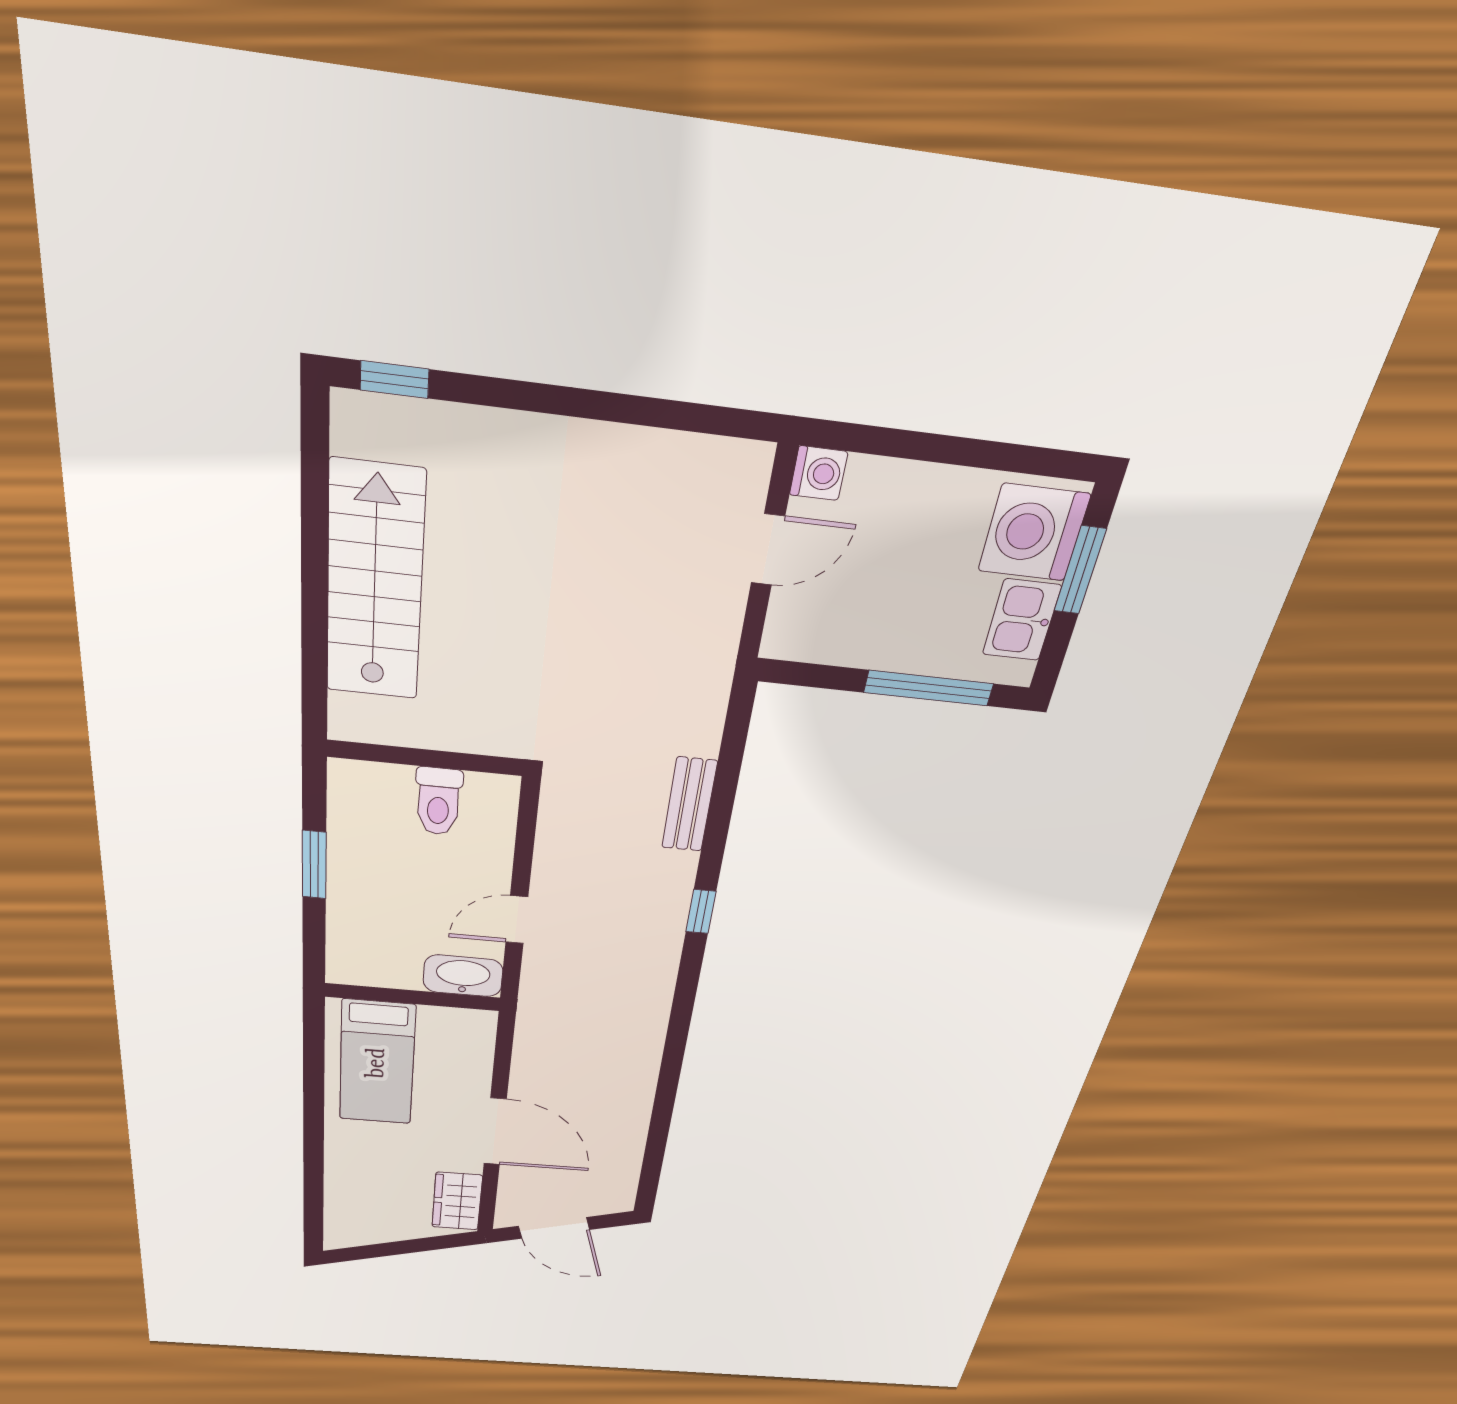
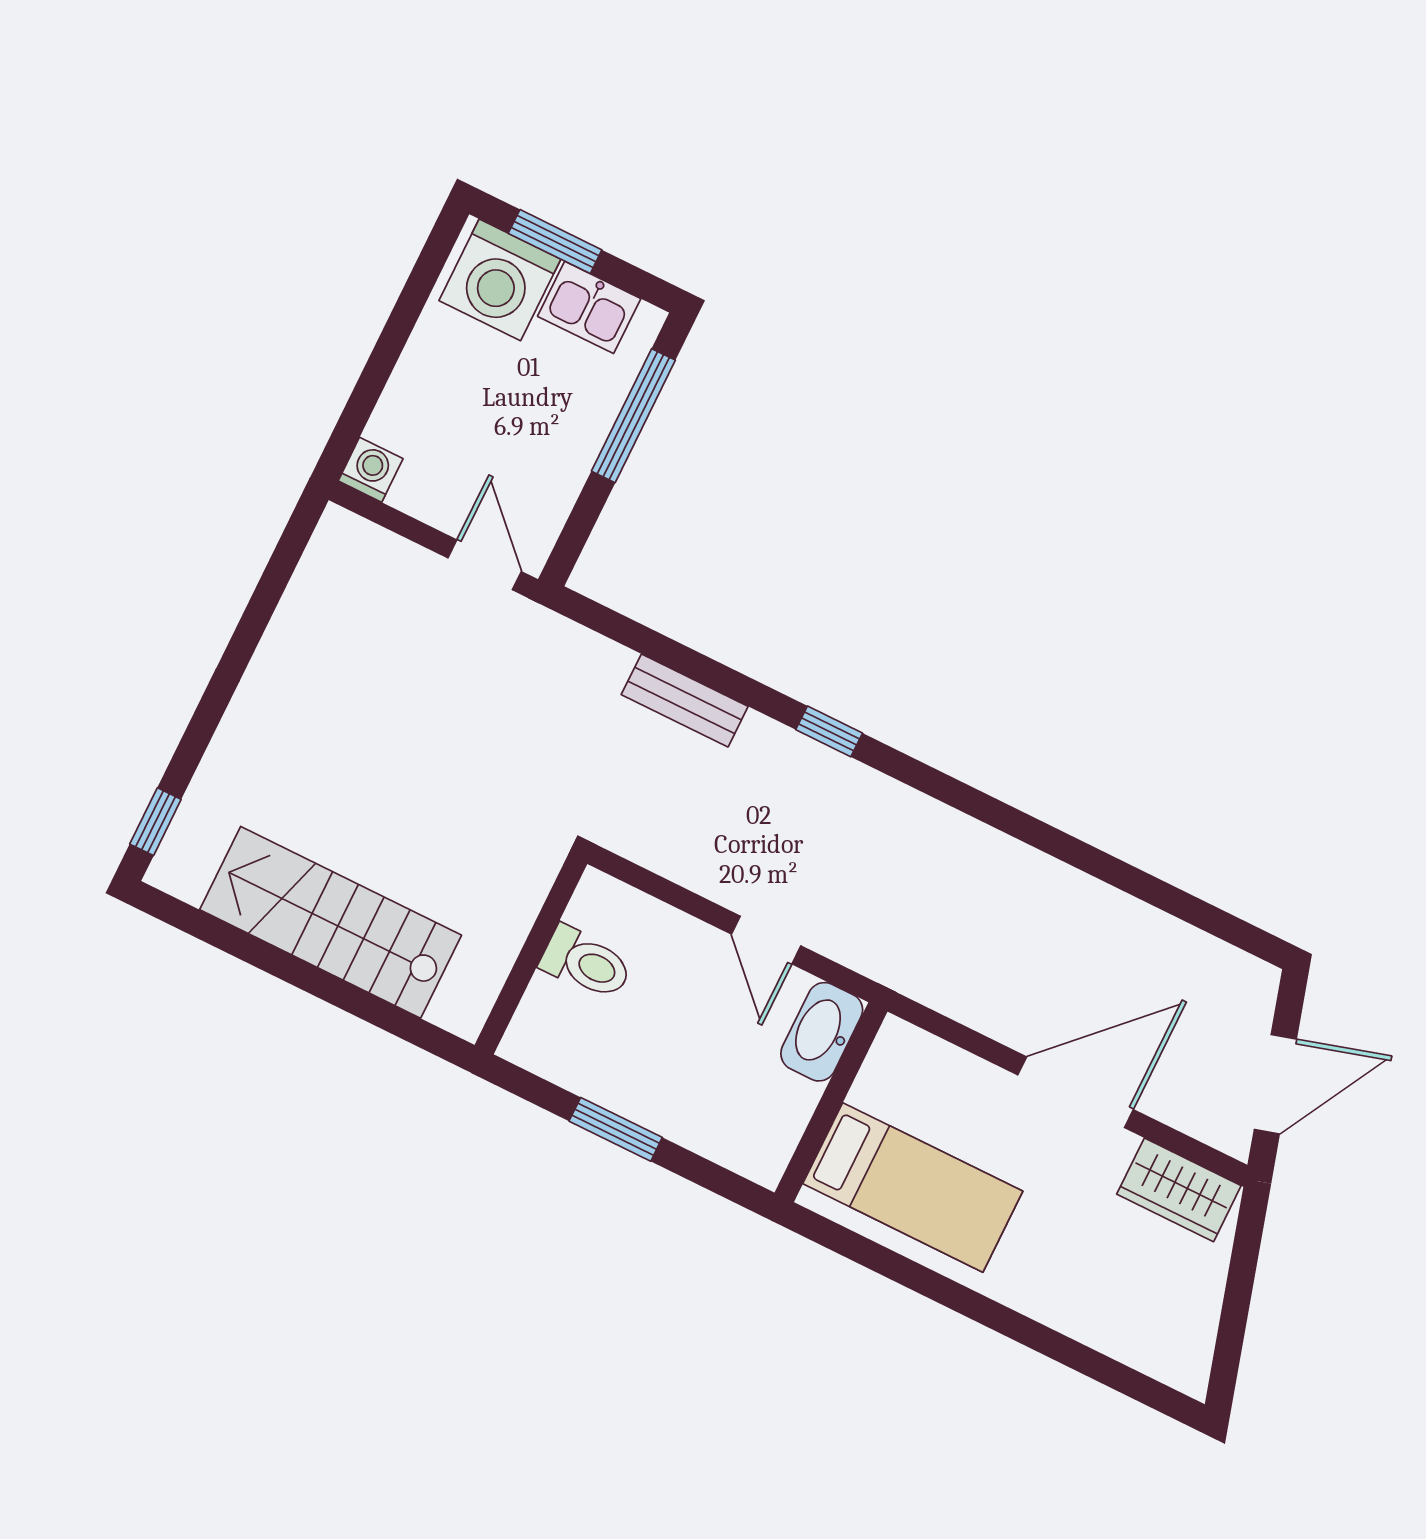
door: (768, 550) -> (485, 565), moved

